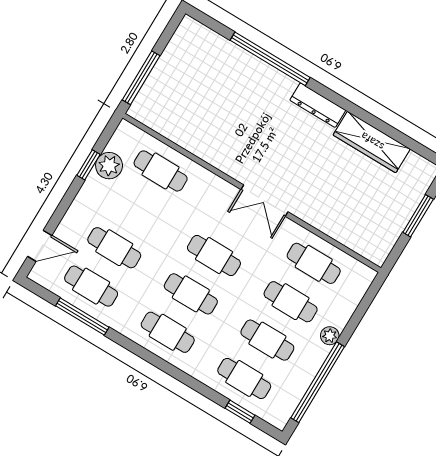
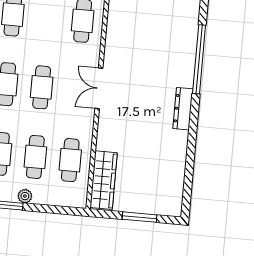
wardrobe: (372, 142) -> (104, 180), moved, turned 180
double door: (264, 201) -> (99, 88), moved

